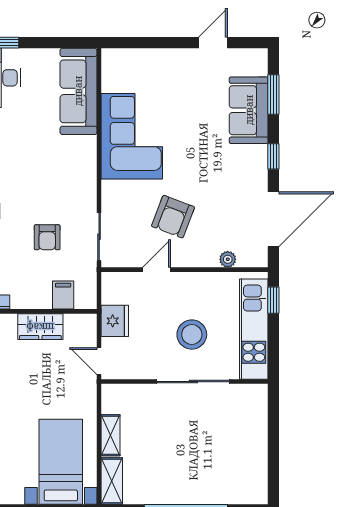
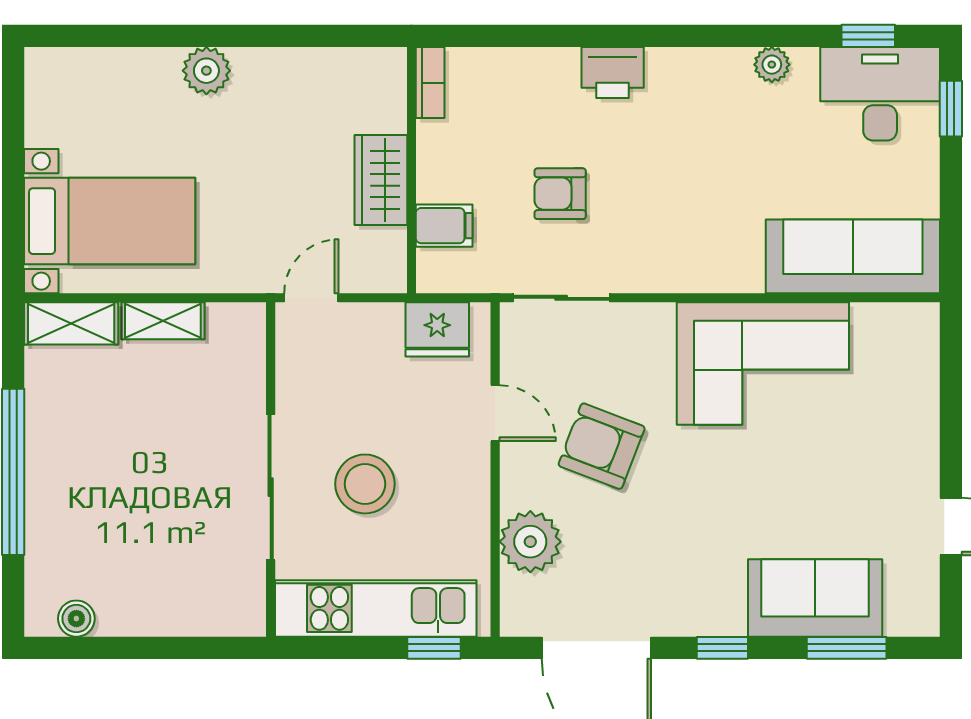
plant: (228, 259) -> (530, 542), width x1.87, depth x1.87
fridge: (115, 321) -> (437, 329), moved
boiler: (259, 478) -> (76, 619), added

